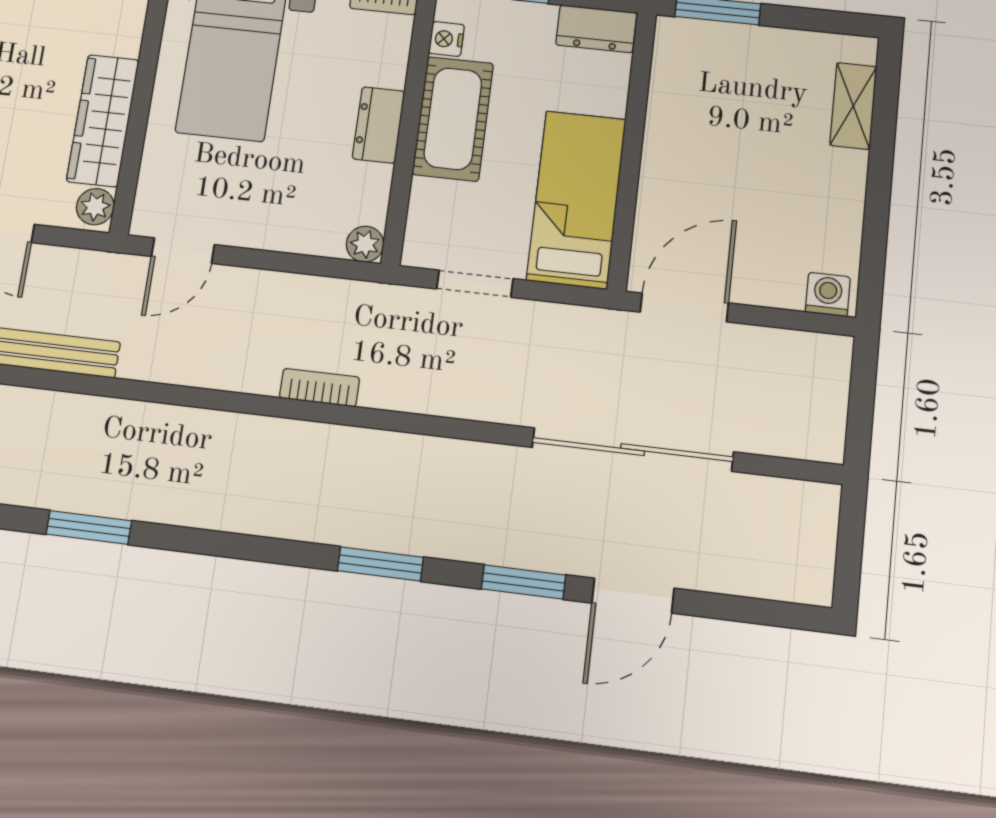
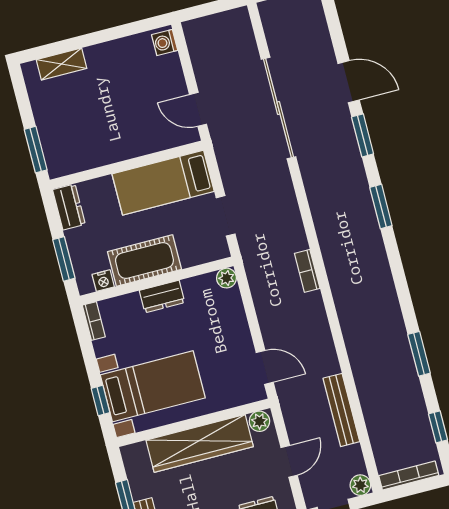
wardrobe: (103, 120) -> (200, 443), width x1.40, depth x1.17
door: (684, 308) -> (198, 109), width x0.73

